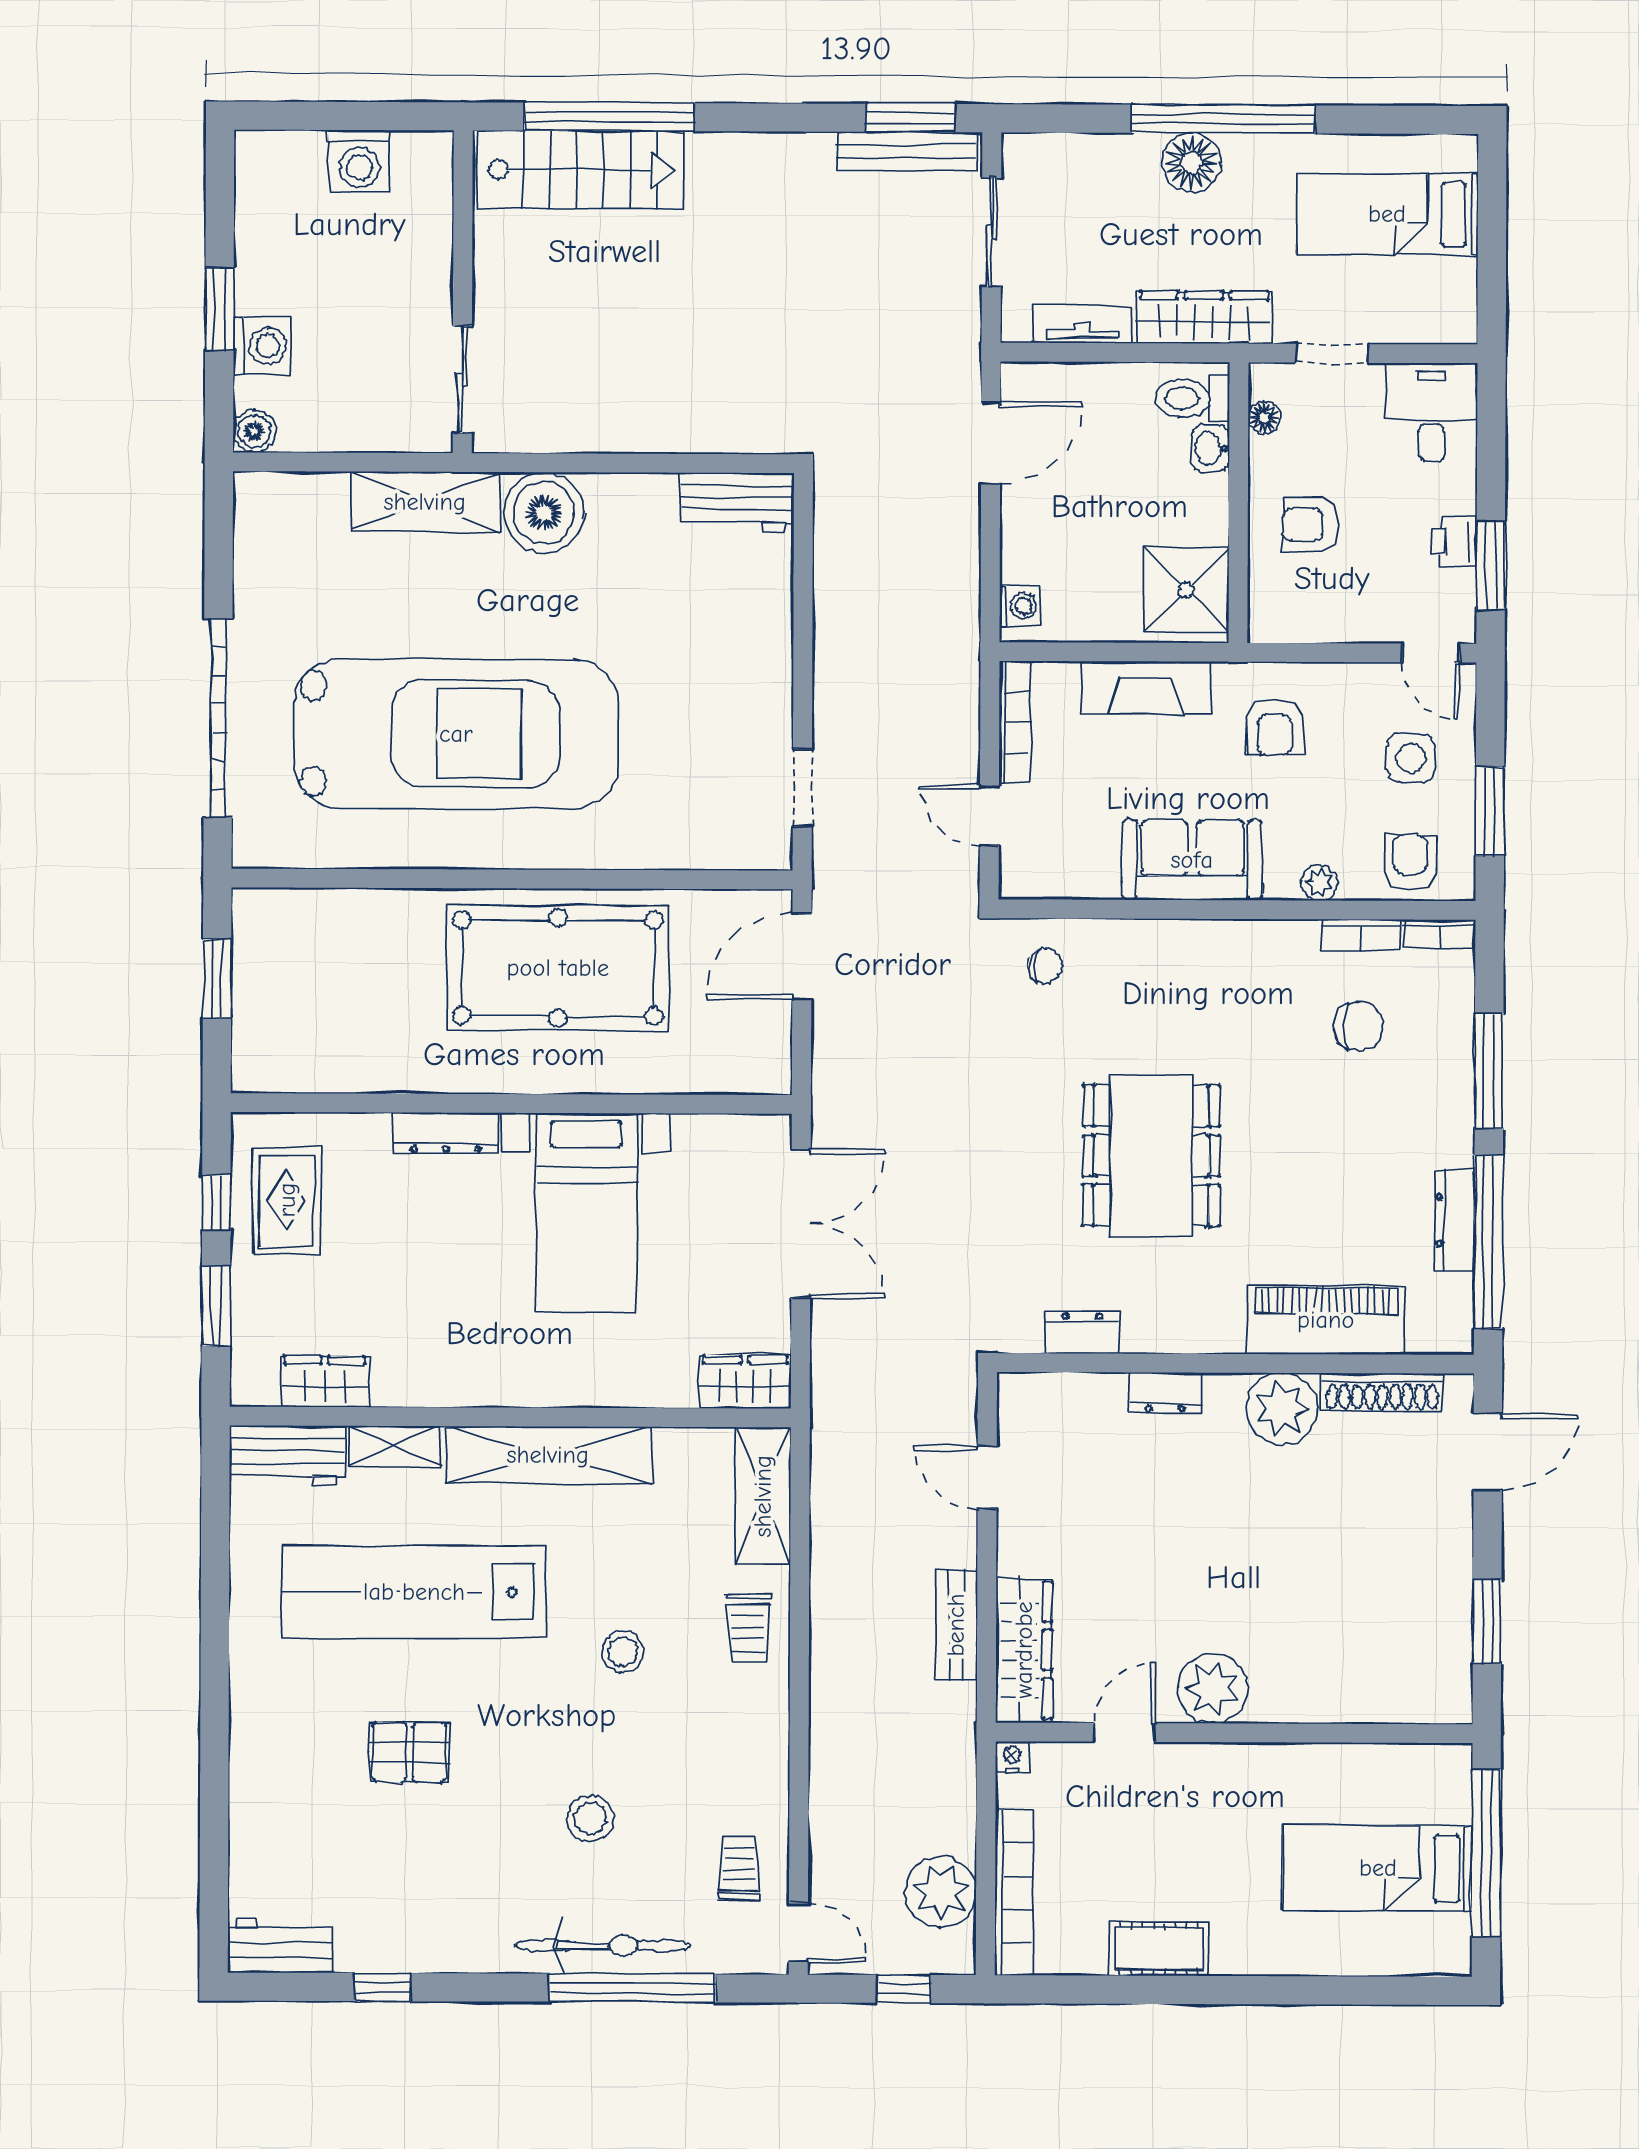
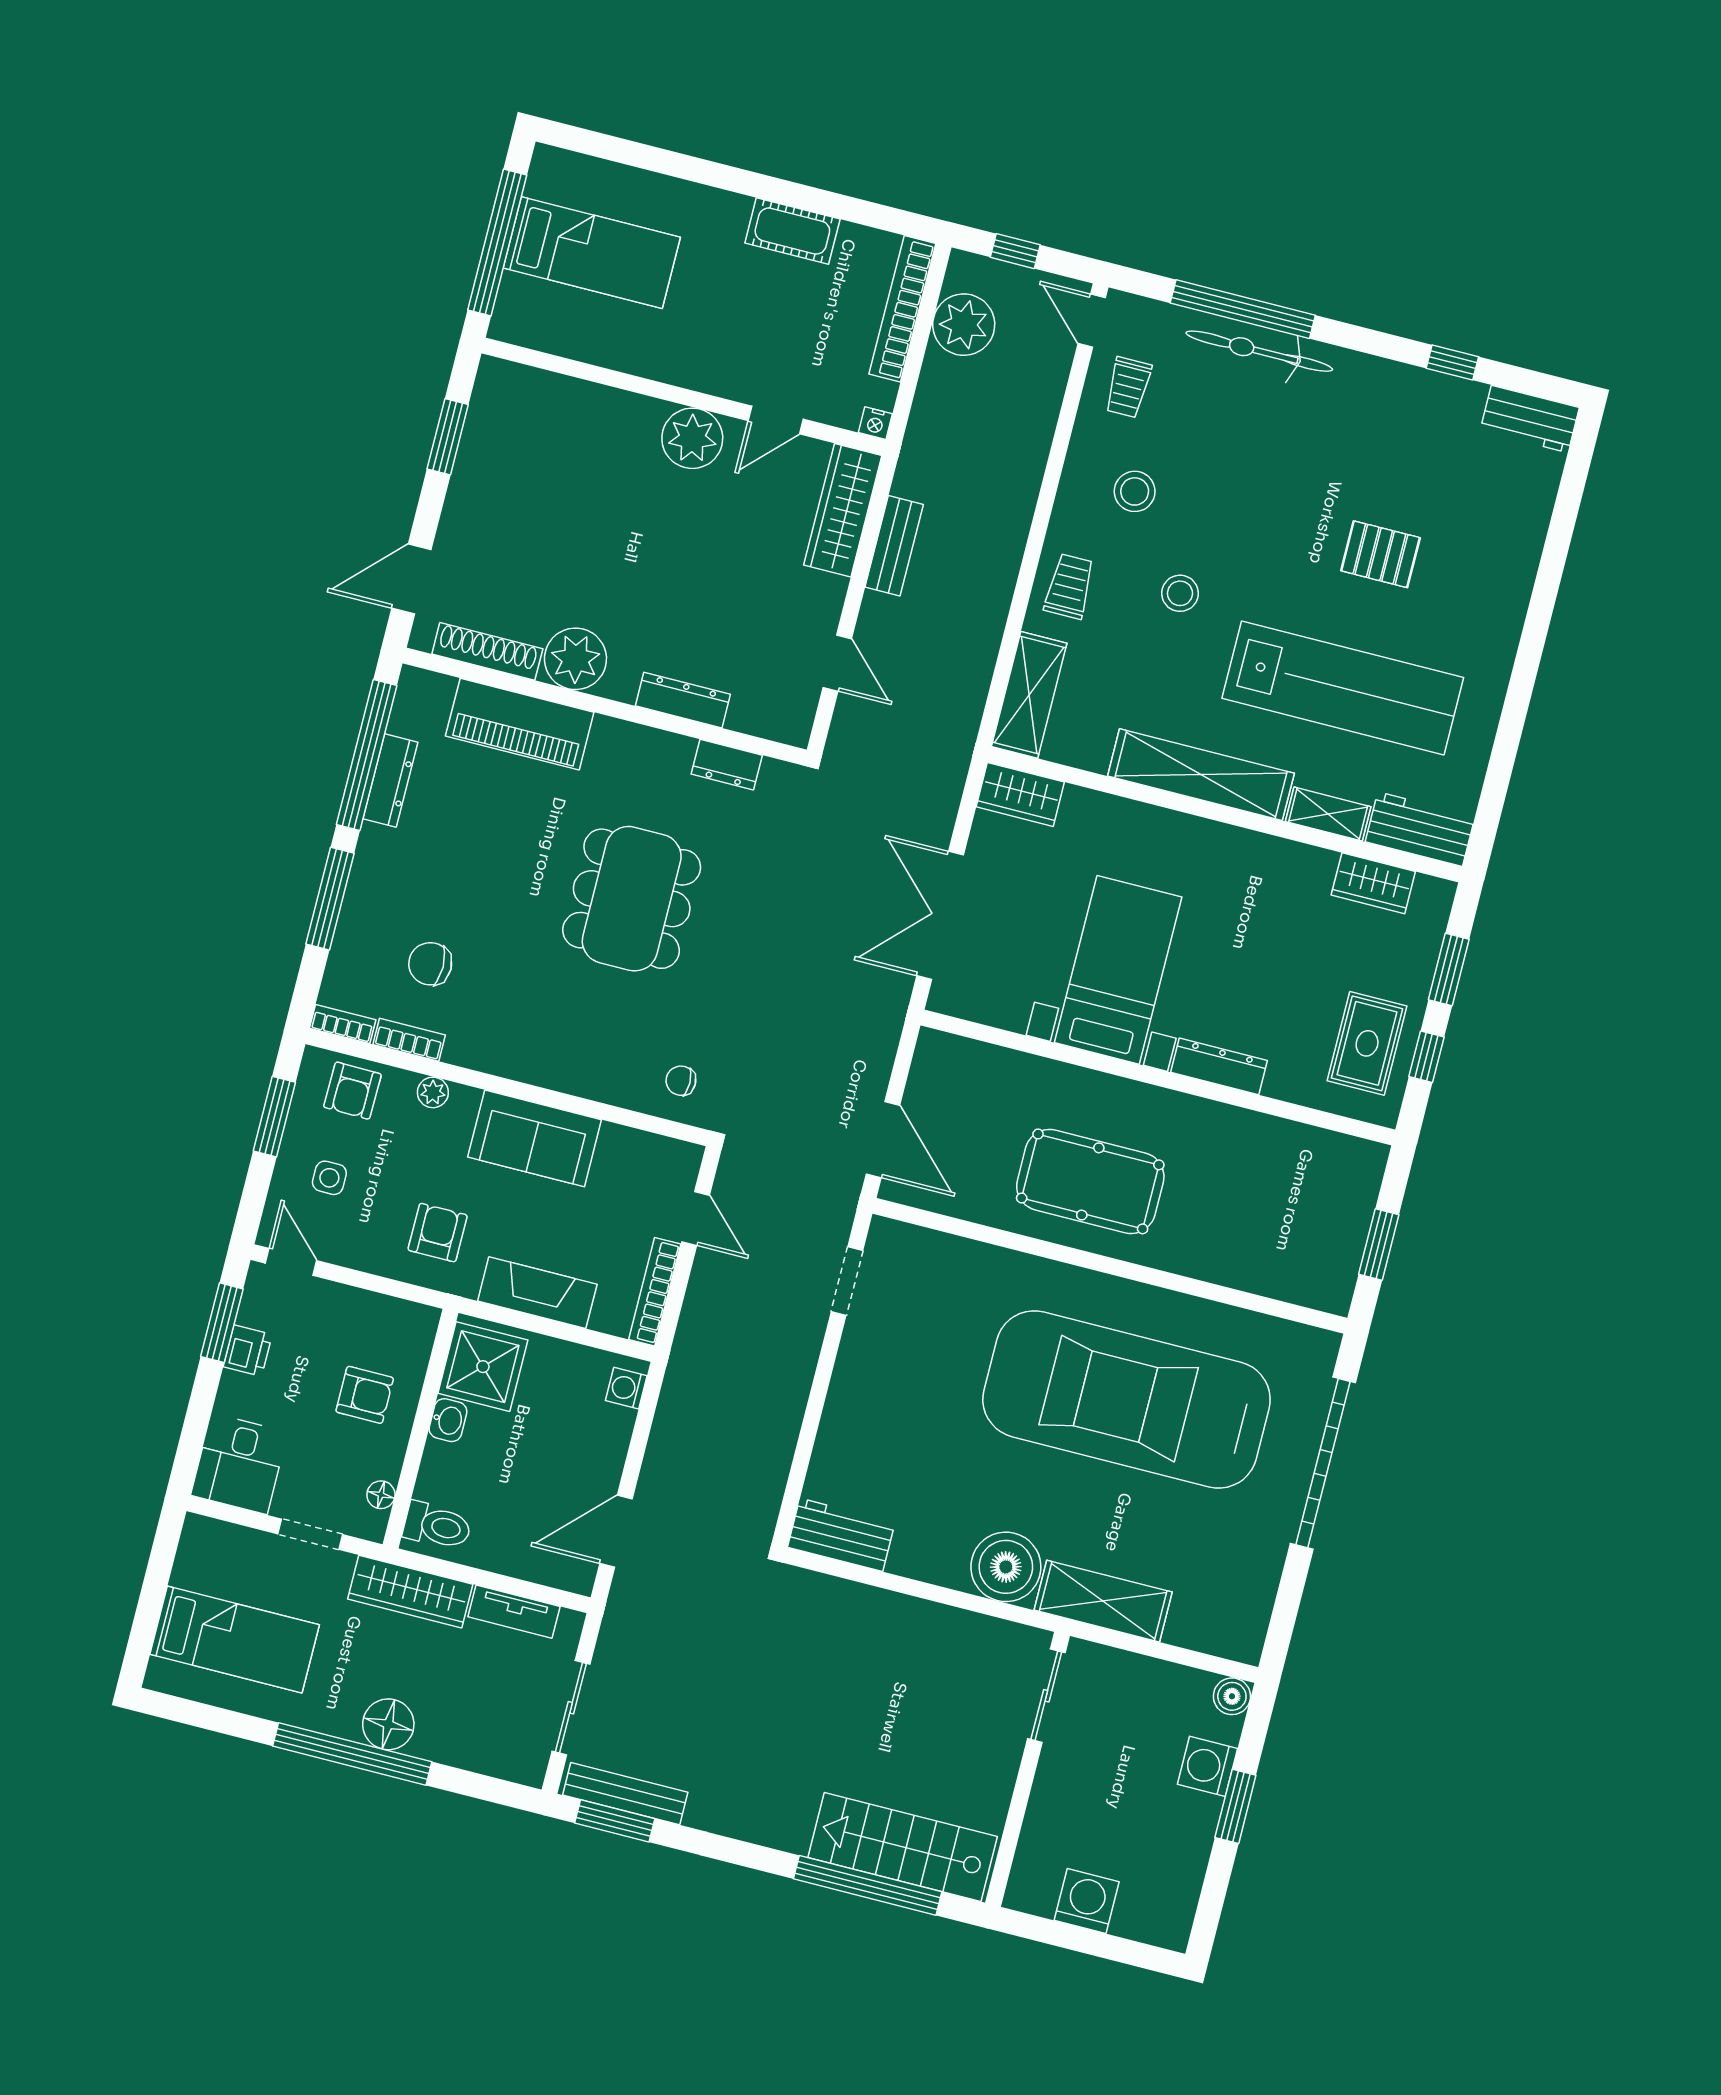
washbasin: (1210, 448) -> (448, 1420), moved
side table: (1411, 758) -> (329, 1178), width x0.73, depth x0.73
door: (802, 956) -> (883, 1140), hinge flipped
pool table: (558, 968) -> (1090, 1181), width x0.73, depth x0.76
dresser: (1165, 1393) -> (683, 700), width x1.44
stool: (590, 1818) -> (1135, 491), moved

